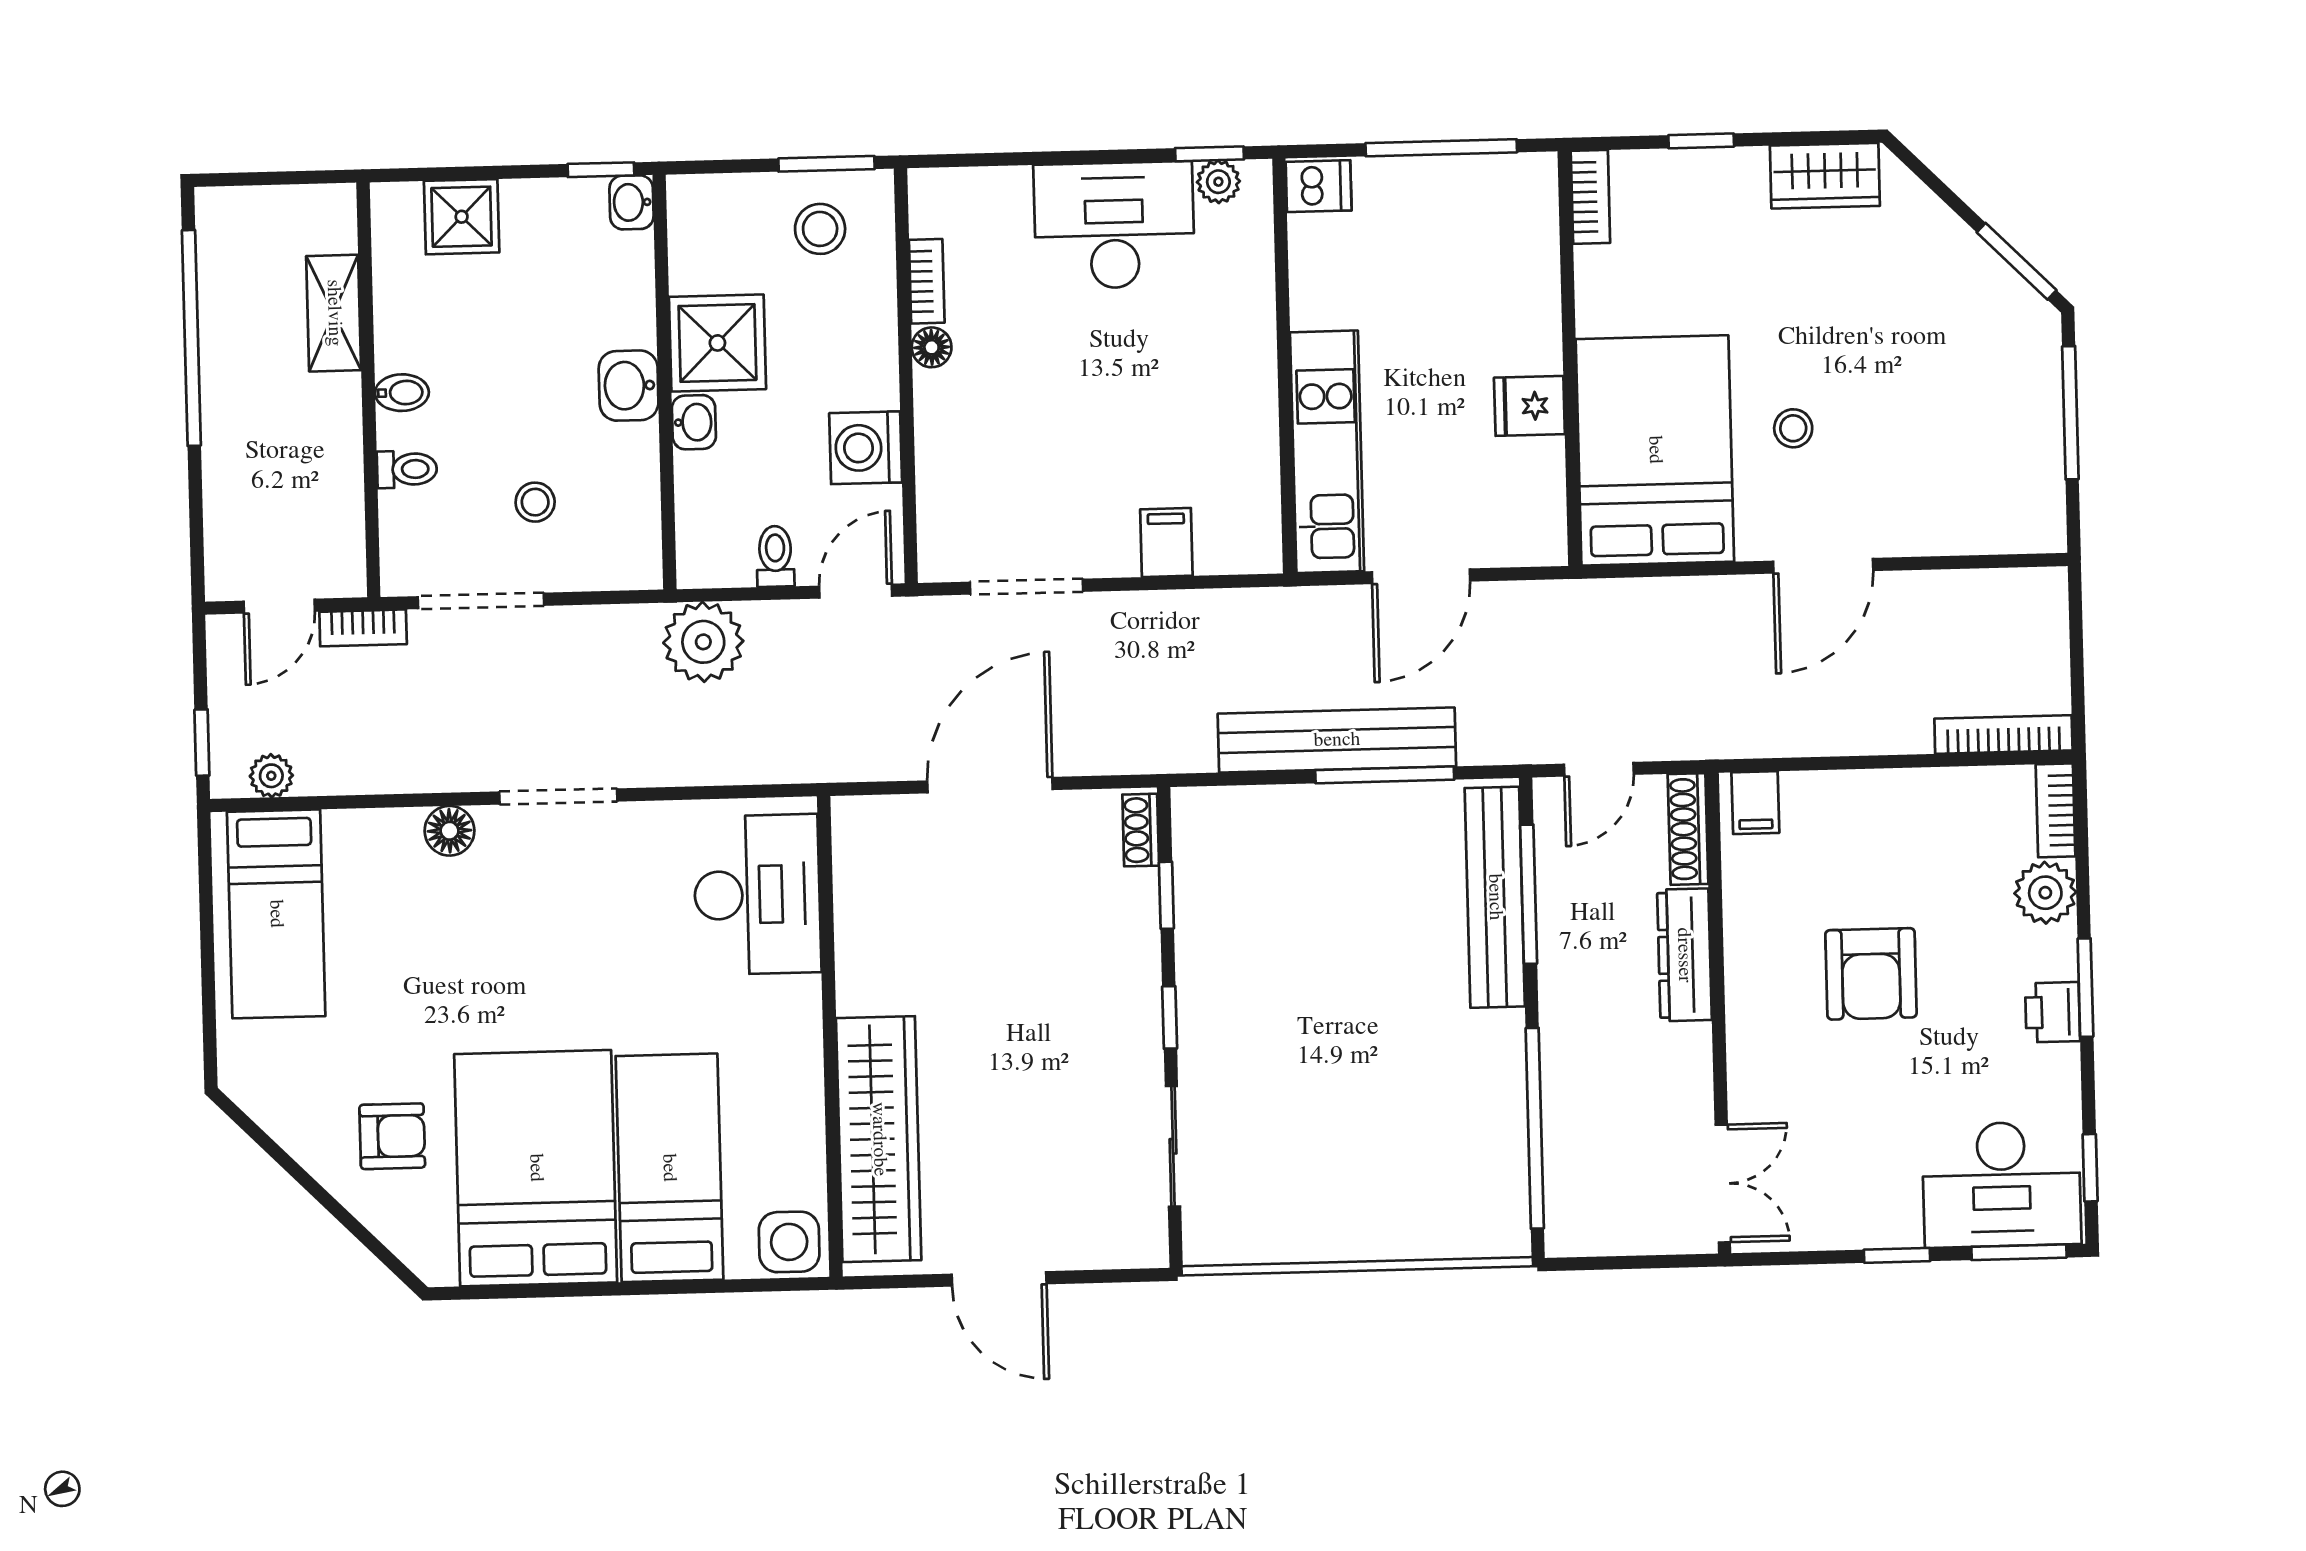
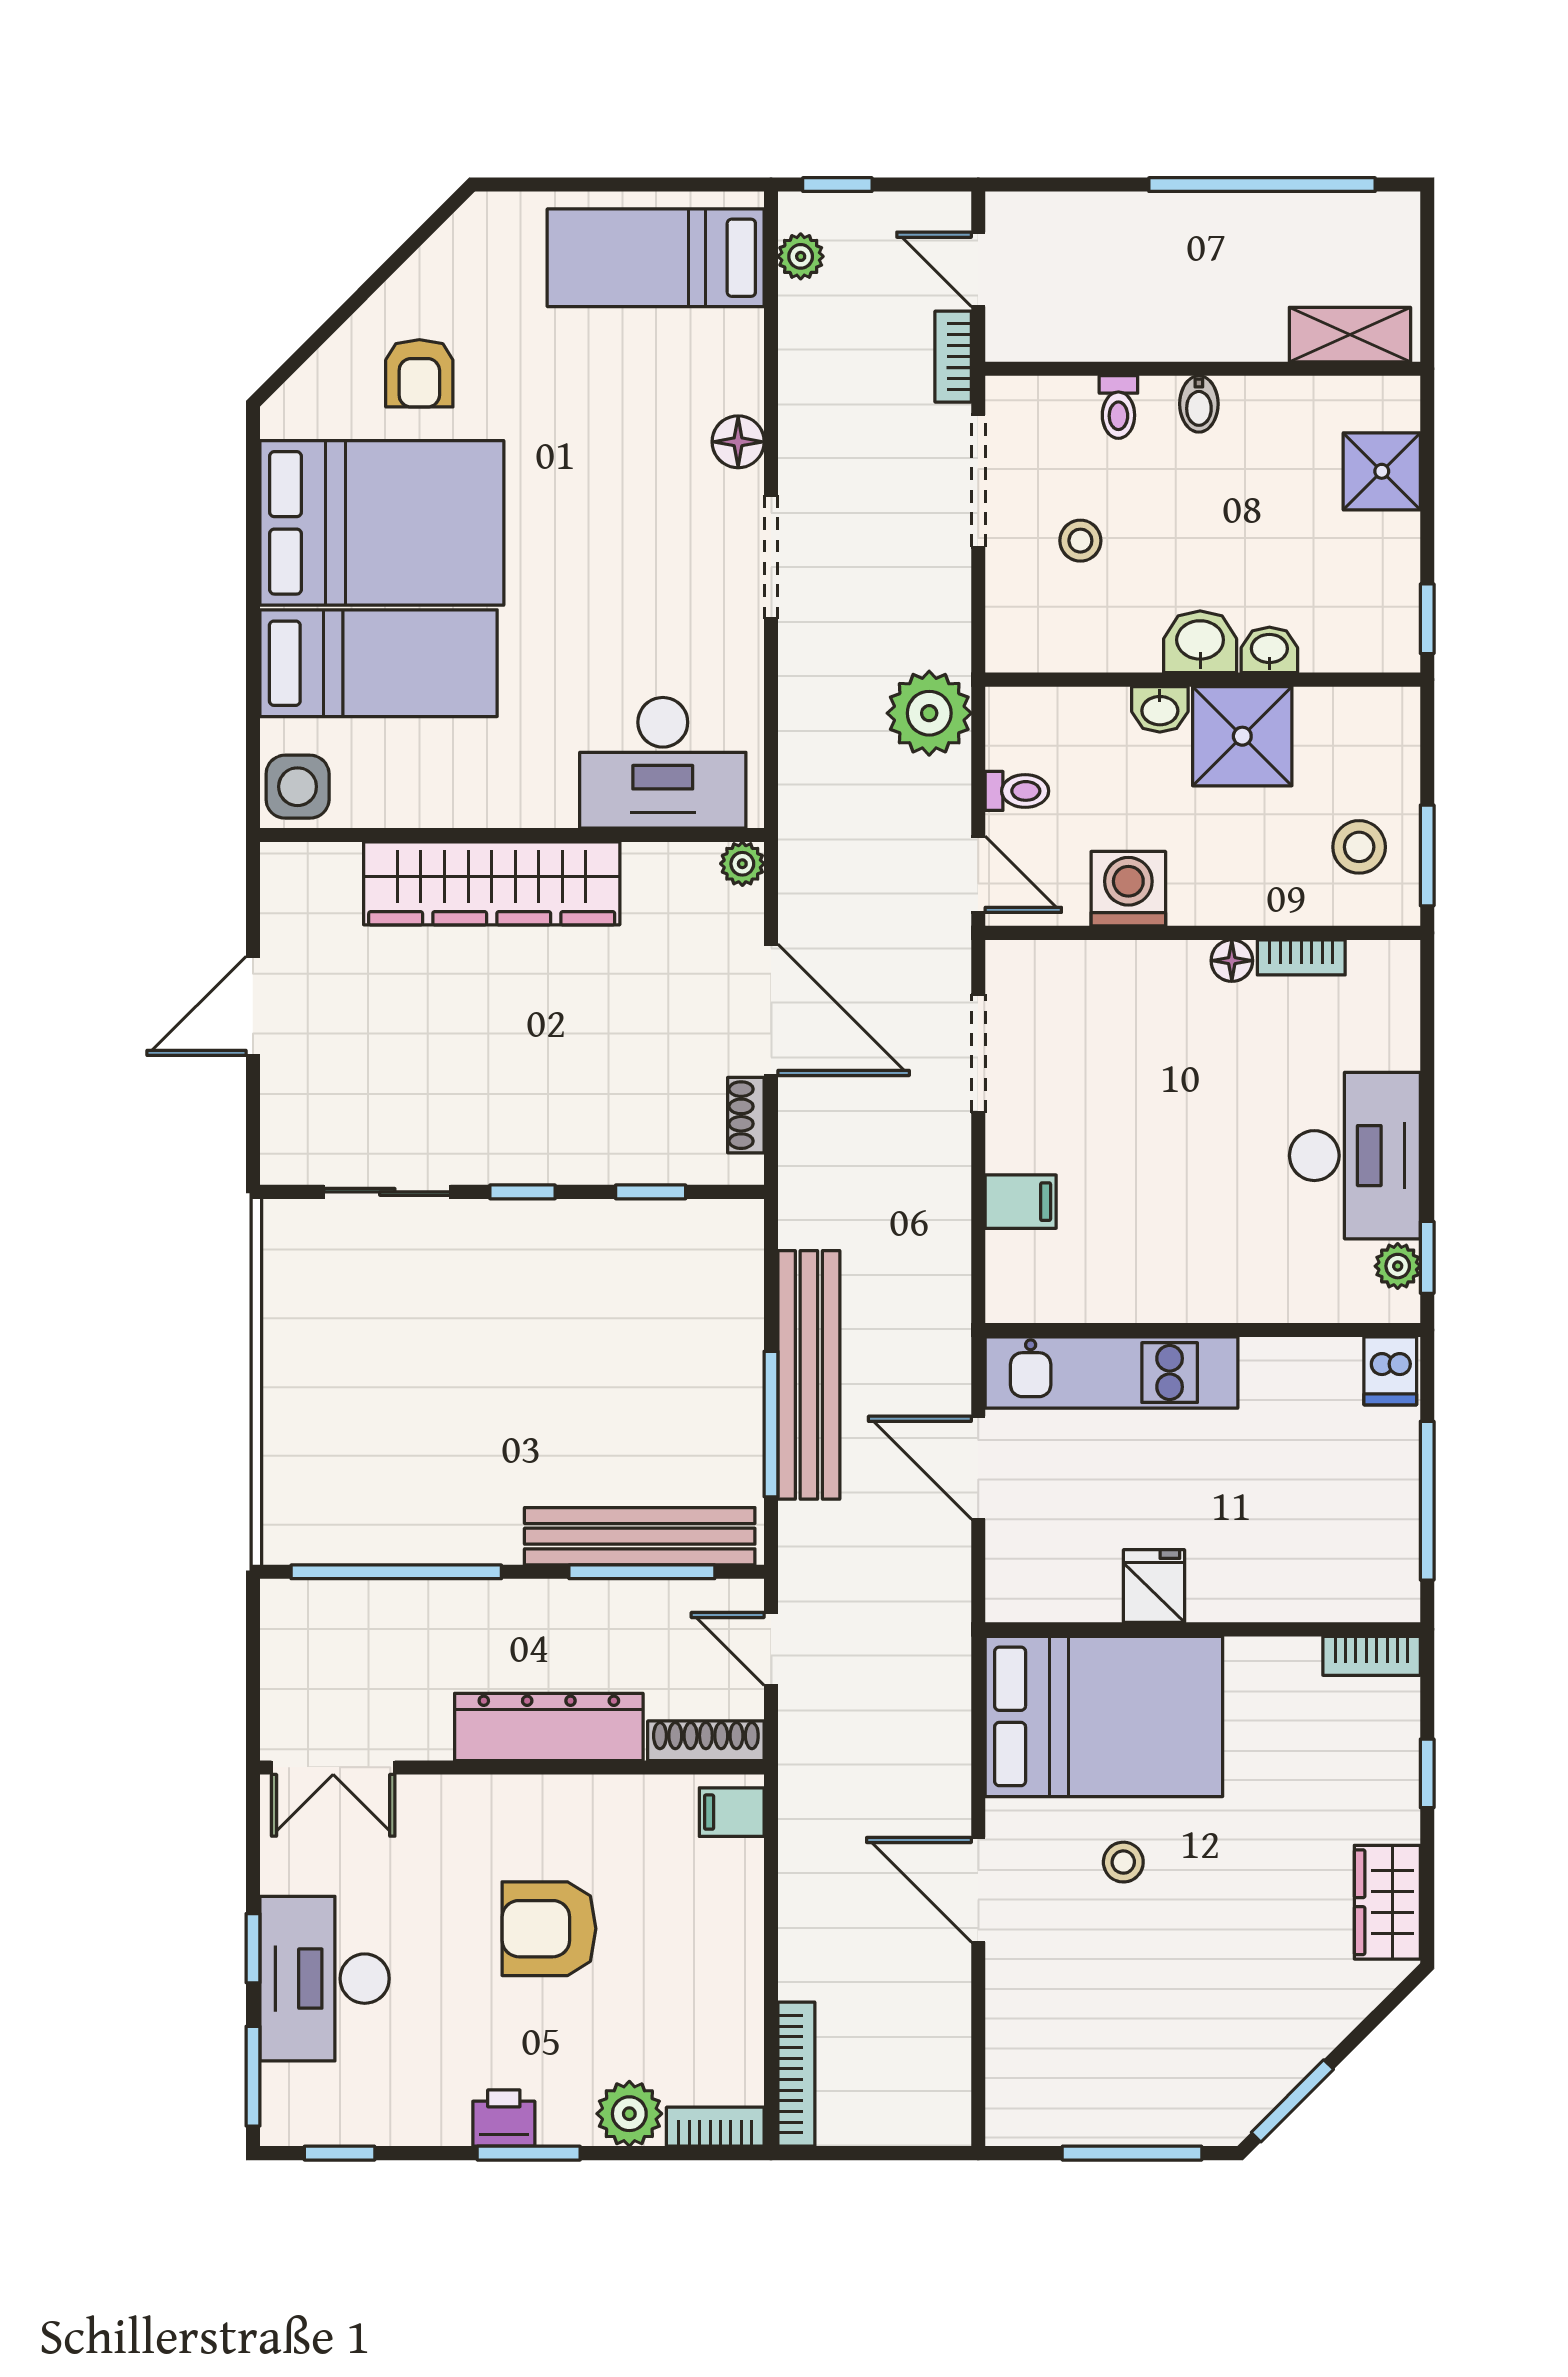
washbasin: (631, 202) -> (1269, 650), moved
shelving: (334, 313) -> (1350, 335), moved
plant: (851, 816) -> (742, 864), added
shoe rack: (1141, 830) -> (746, 1115), moved, turned -90
dresser: (1684, 955) -> (549, 1727), width x1.37, depth x1.24
wardrobe: (879, 1139) -> (492, 883), moved
desk: (2002, 1184) -> (325, 1979), moved

